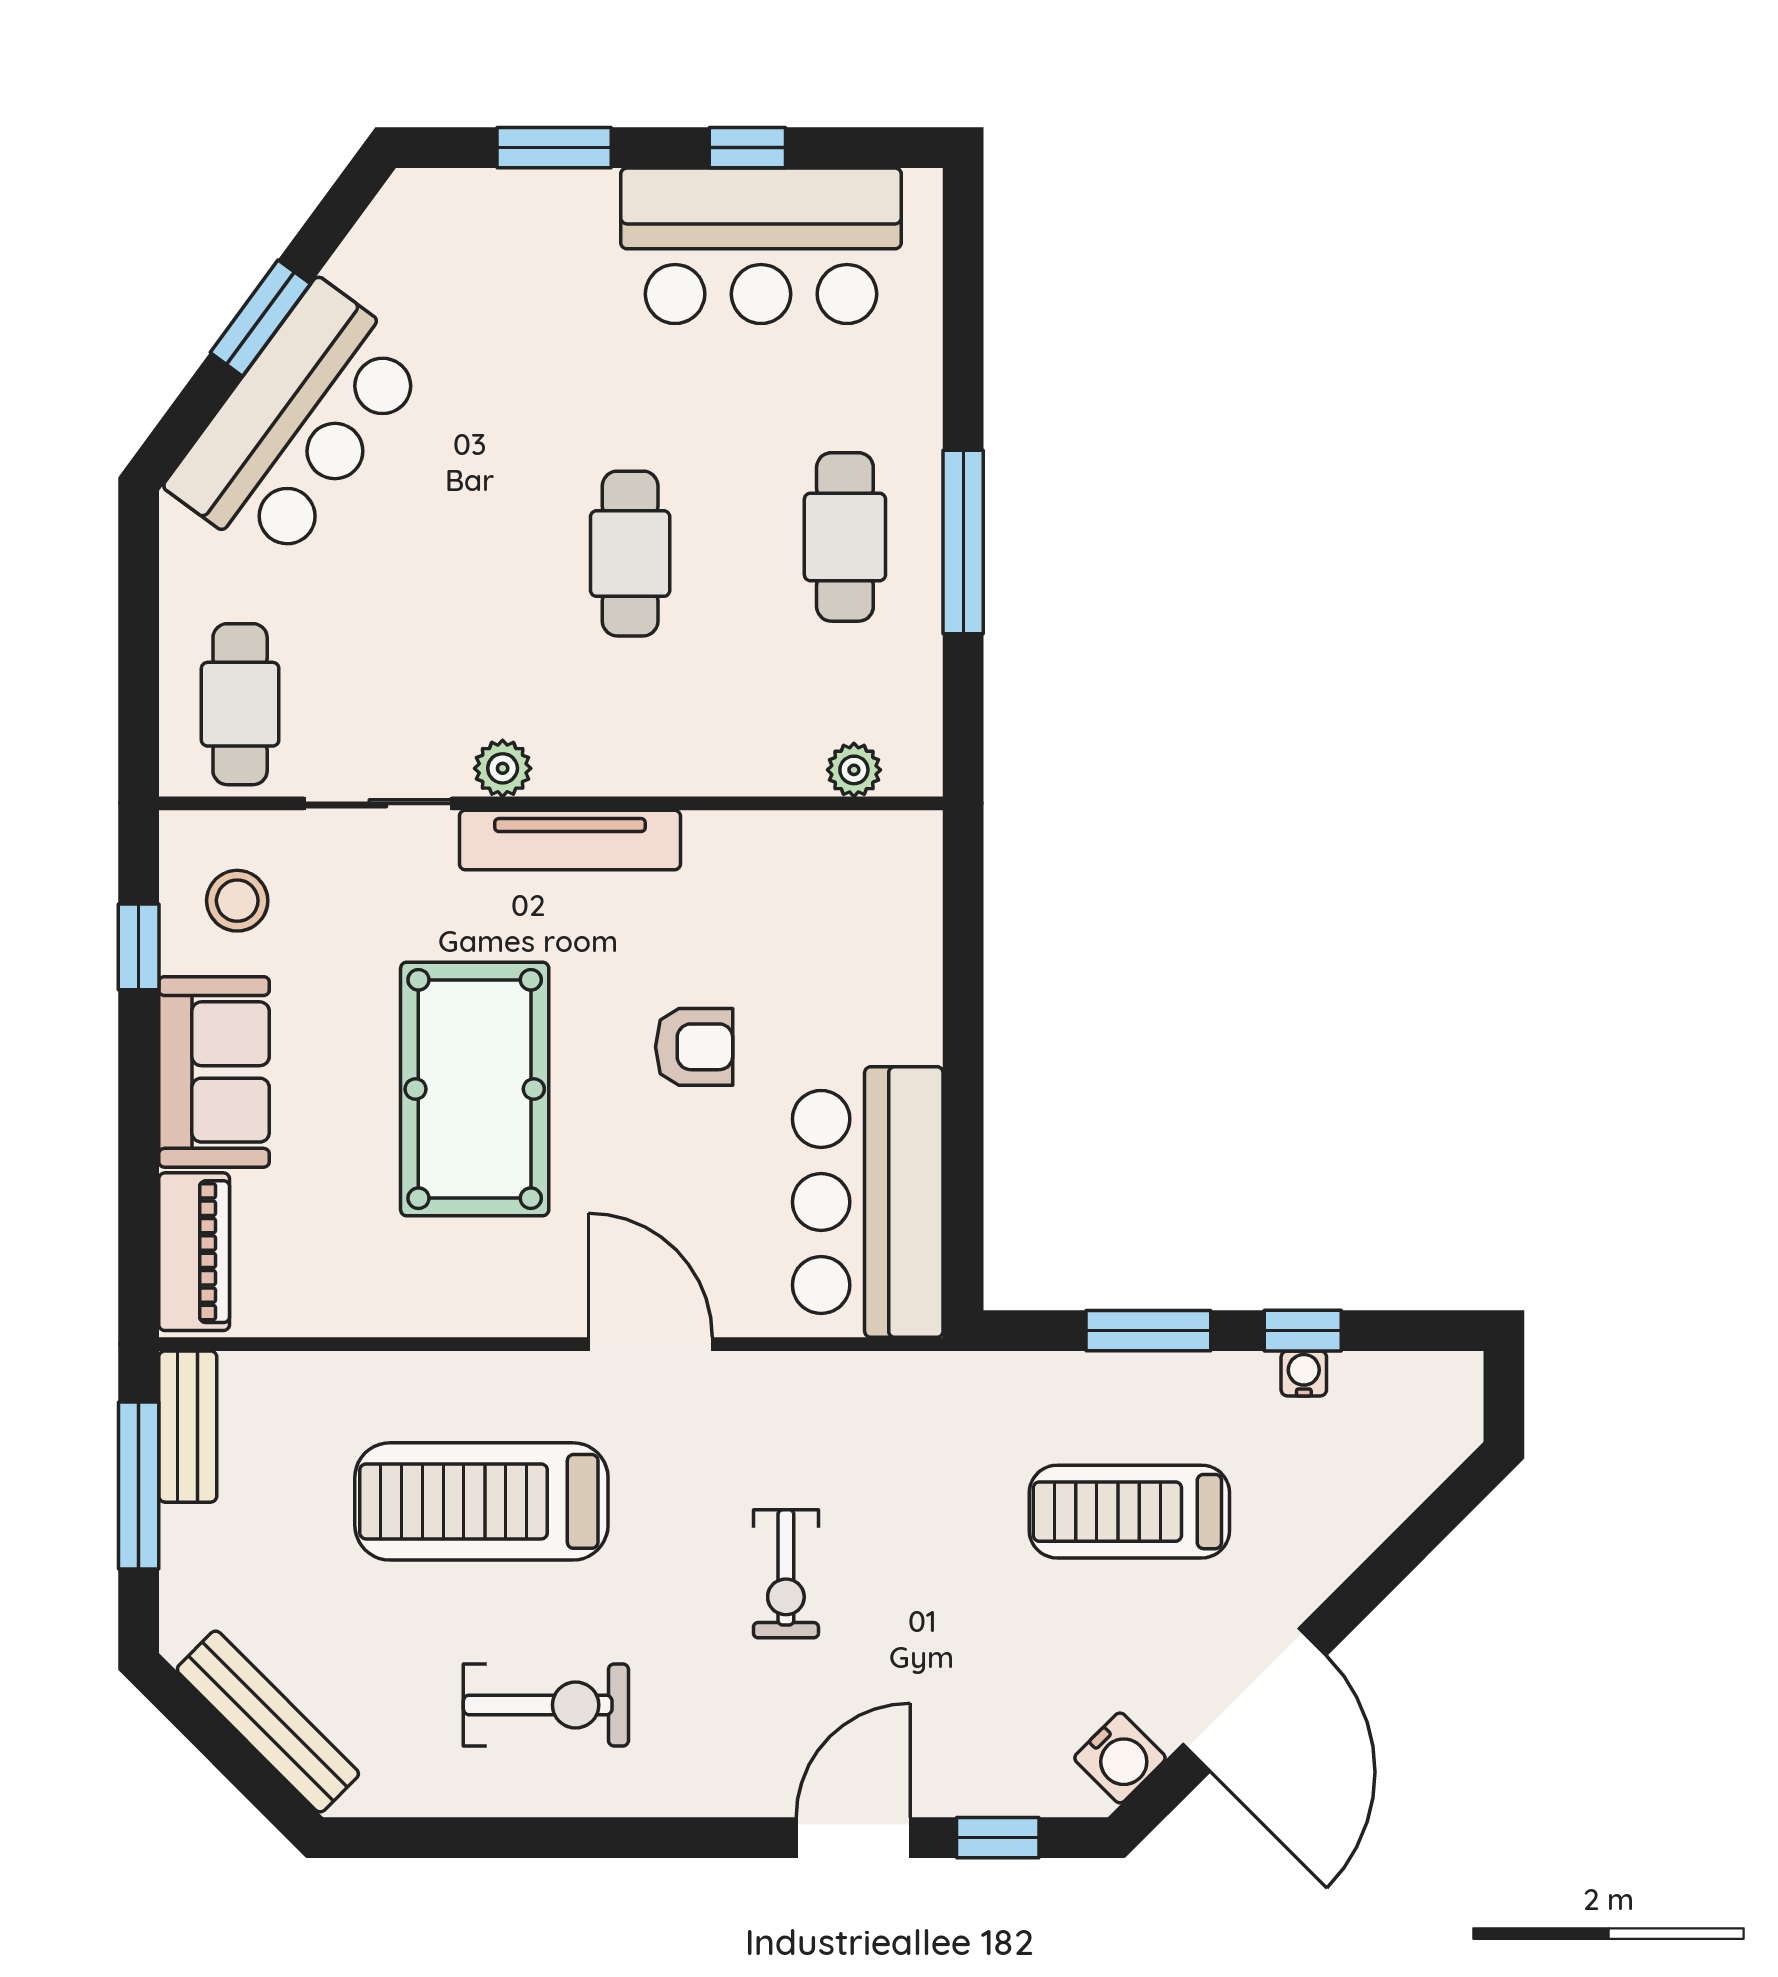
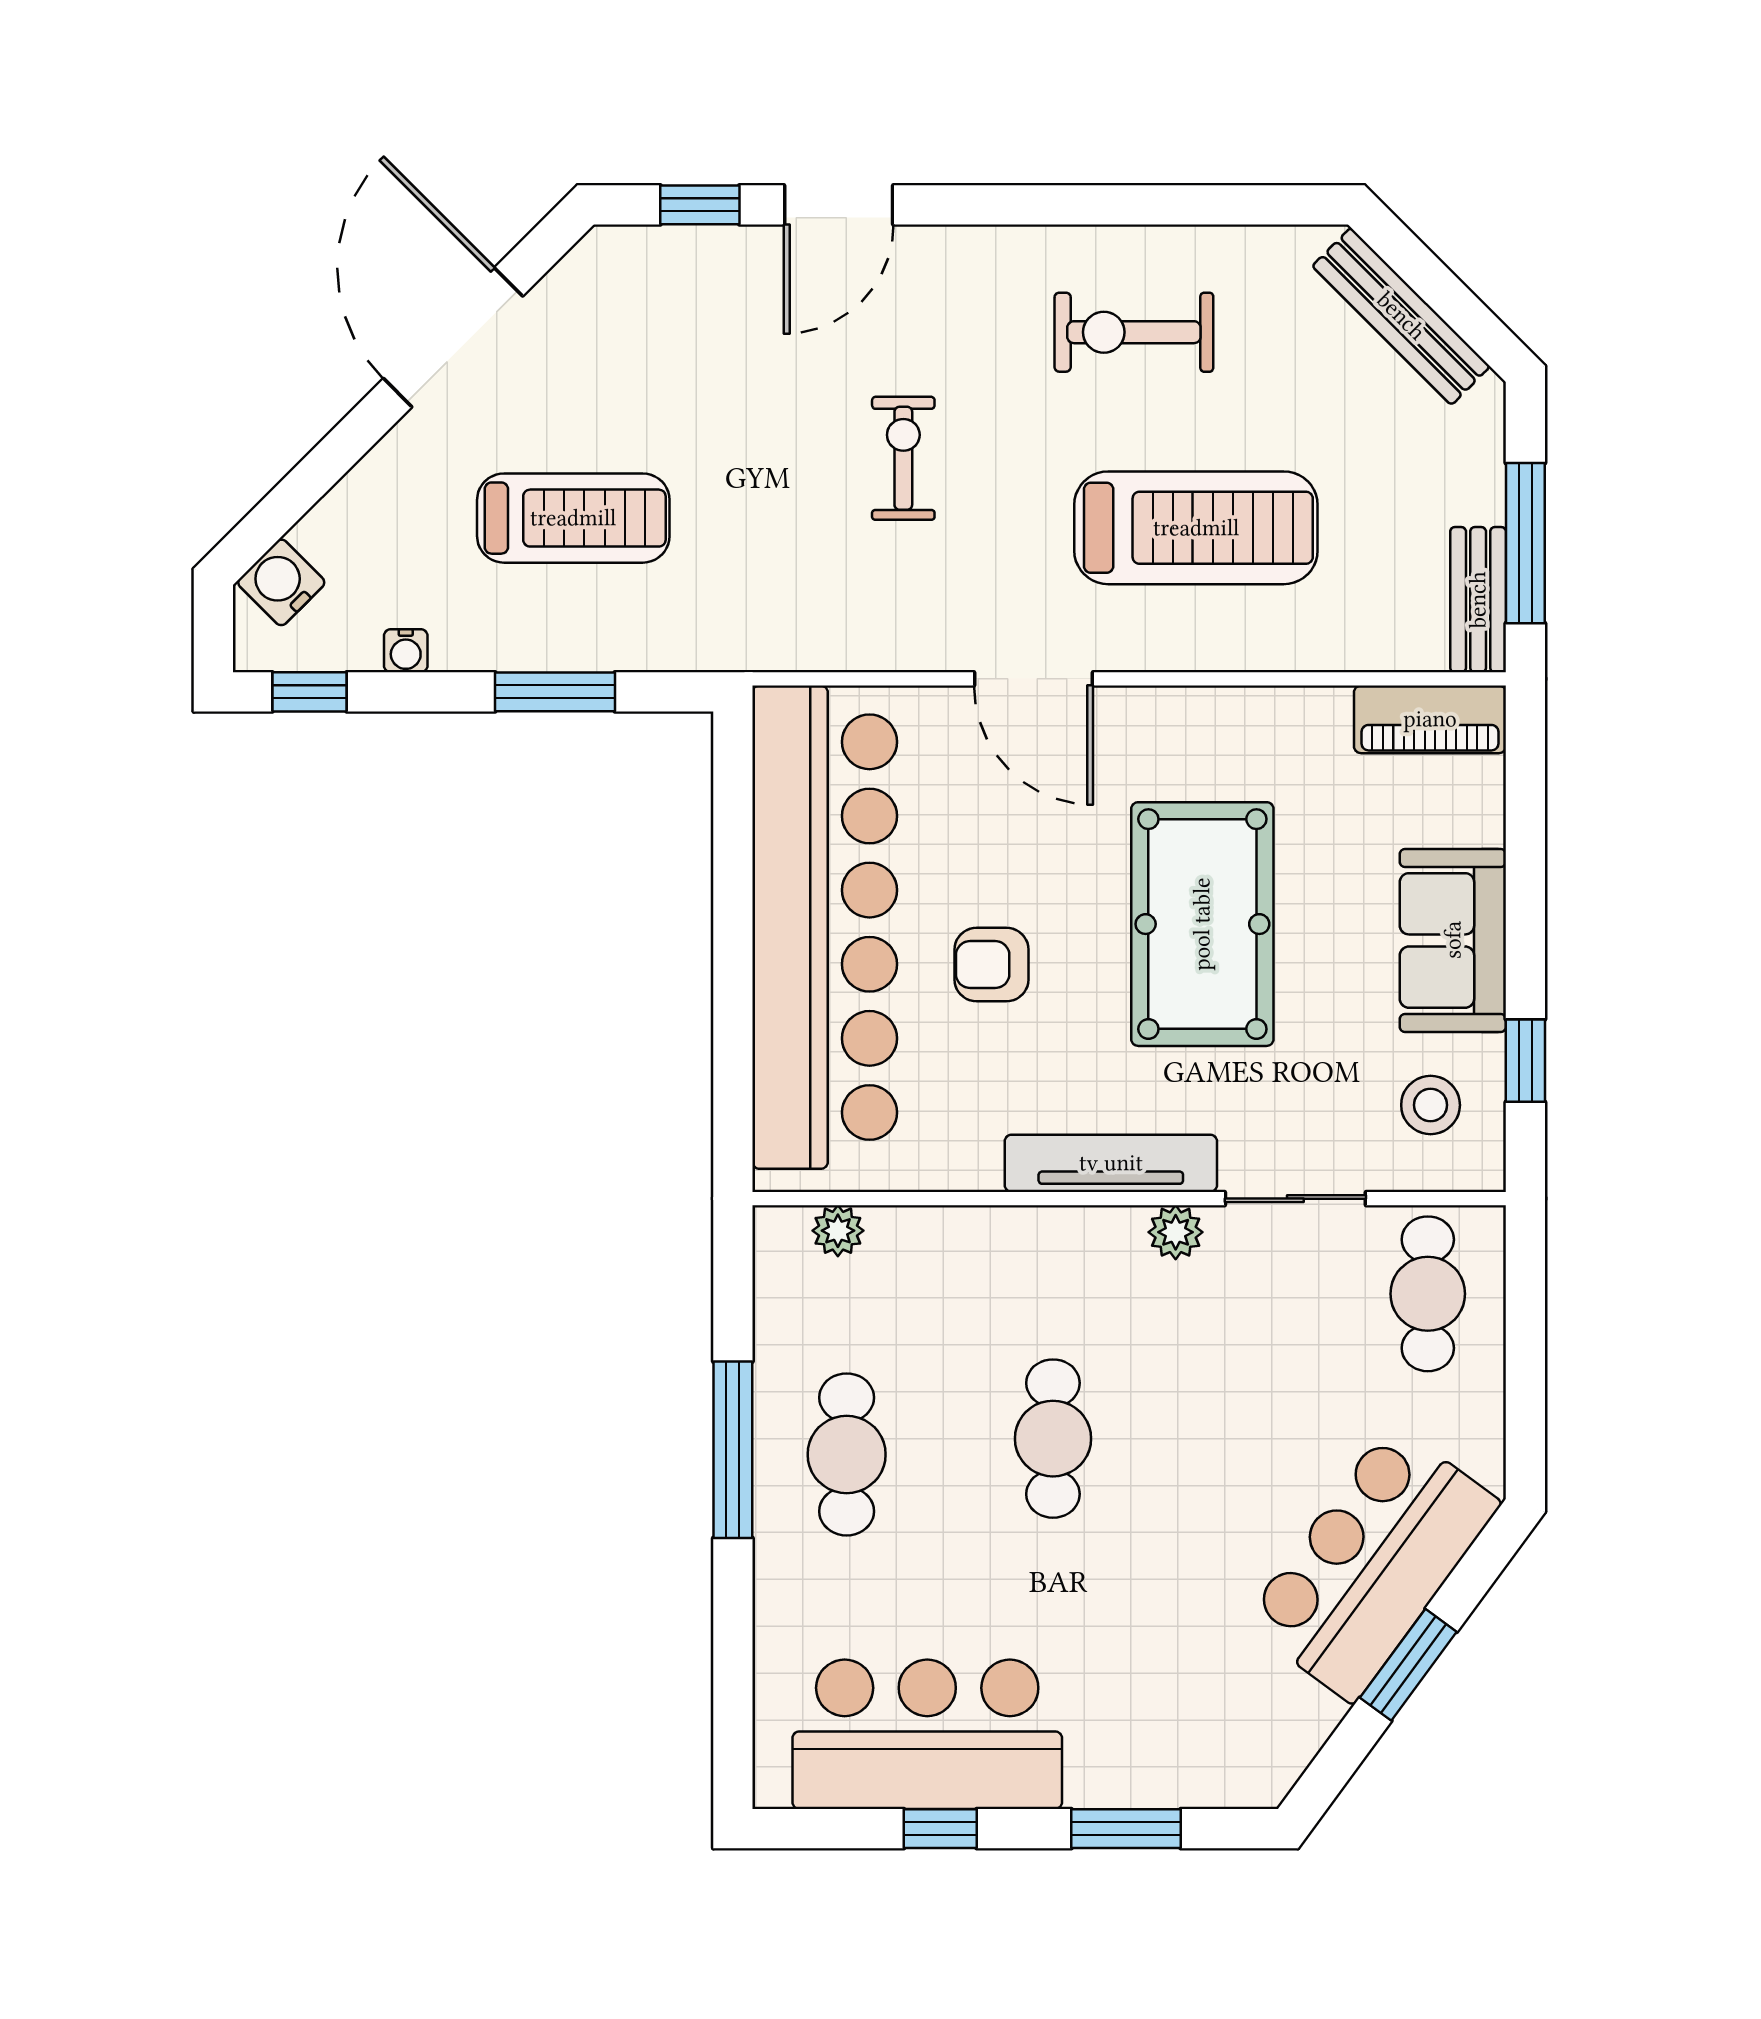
bar counter: (868, 1202) -> (825, 927), width x1.86
piano: (194, 1252) -> (1430, 719), moved, turned -90
window: (1303, 1331) -> (309, 692), moved
water cooler: (1120, 1758) -> (281, 582), moved

